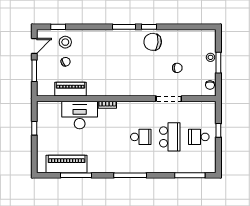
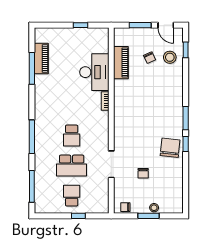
piano: (67, 164) -> (41, 59), width x0.73, depth x0.75
window: (130, 175) -> (32, 137), moved

